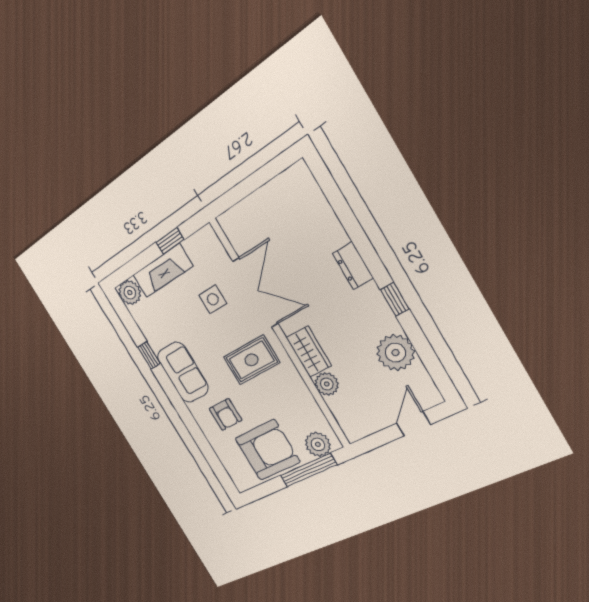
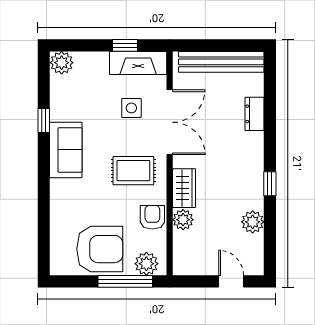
bench: (267, 198) -> (221, 62), added
dresser: (353, 266) -> (254, 114), moved
fireplace: (163, 271) -> (138, 63), moved
plant: (395, 353) -> (253, 222), width x0.73, depth x0.73
armchair: (226, 414) -> (152, 217), moved, turned 180
door: (413, 424) -> (231, 281), hinge flipped

